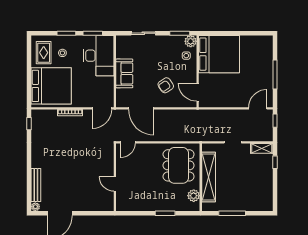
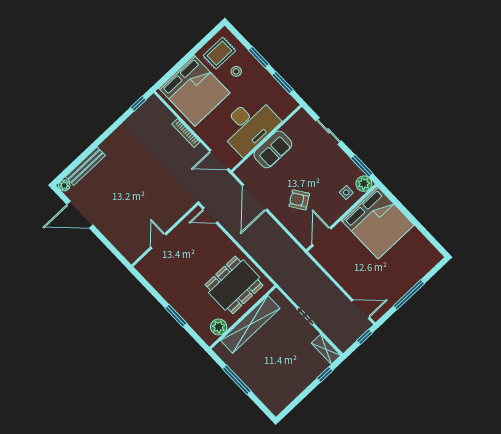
desk: (99, 56) -> (249, 125), moved

